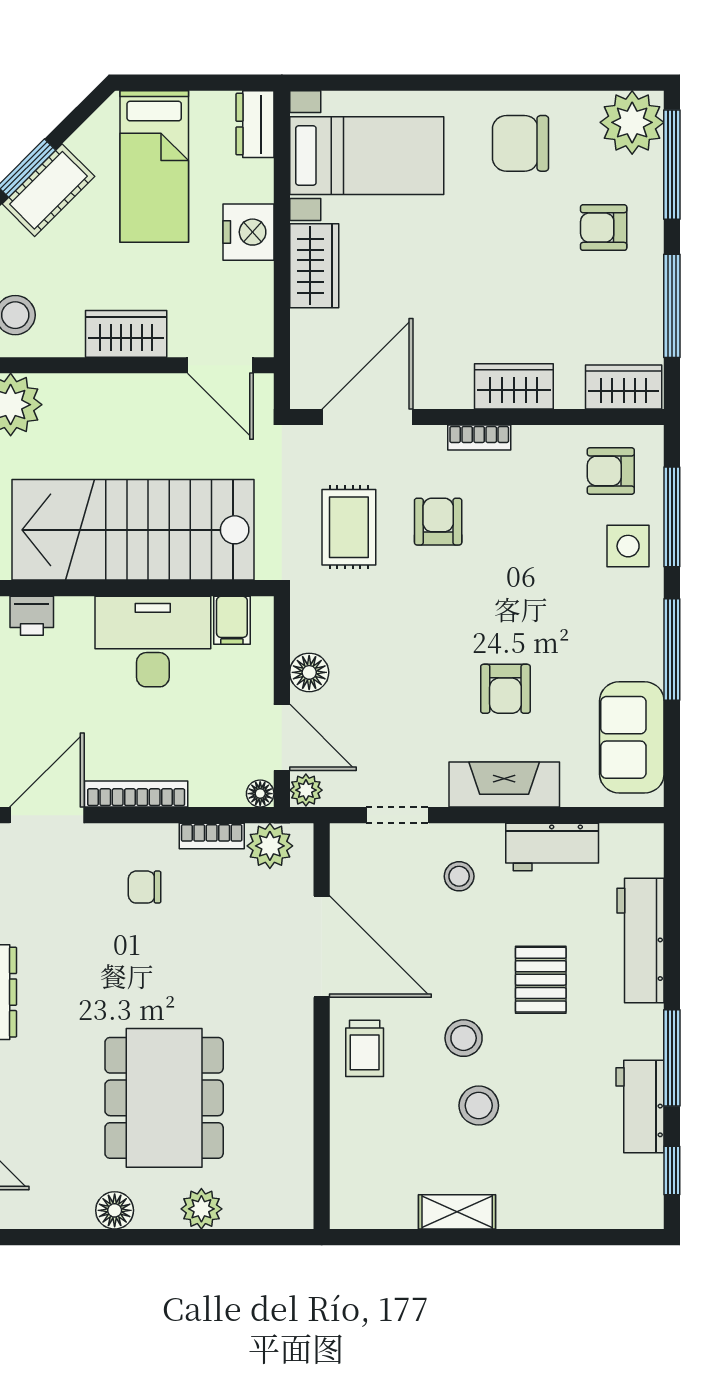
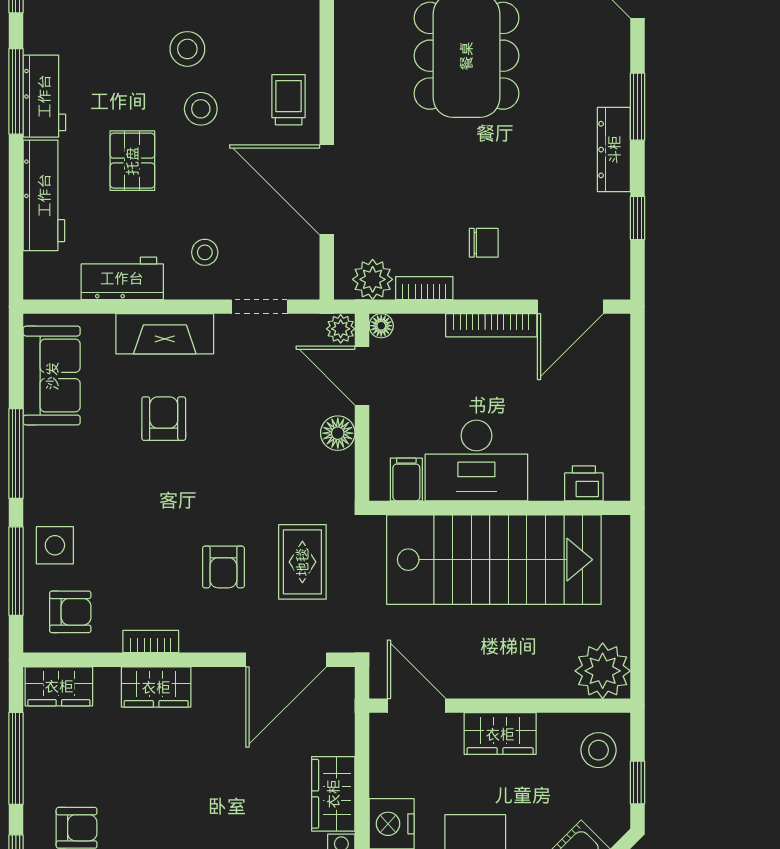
bookcase: (479, 438) -> (151, 642), moved
workbench: (640, 1107) -> (44, 96), moved

